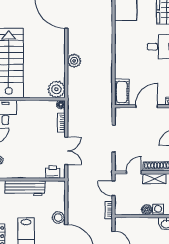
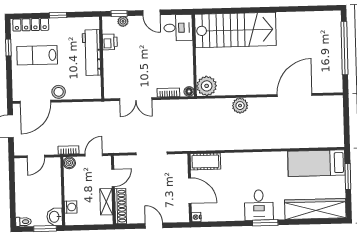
printer: (53, 172) -> (110, 42), moved
door: (134, 172) -> (113, 178), hinge flipped
boiler: (147, 210) -> (69, 163), moved

